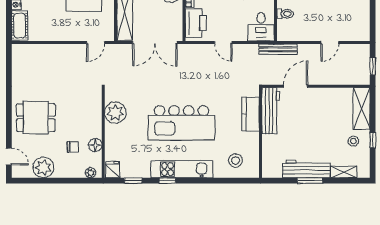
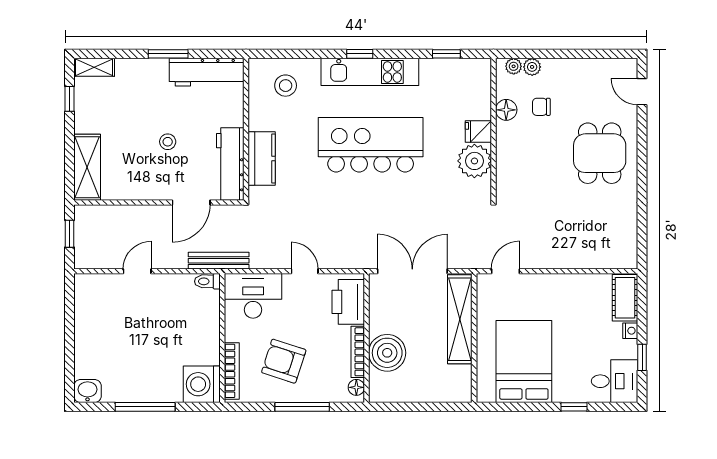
toilet: (285, 14) -> (207, 281), moved
desk: (261, 27) -> (253, 296), width x1.37
dining table: (36, 118) -> (600, 153), turned 90
window: (373, 140) -> (70, 99), moved
stool: (353, 141) -> (168, 142), moved
plant: (43, 168) -> (532, 67), moved, width x0.53, depth x0.53
workbench: (306, 169) -> (207, 72), moved
fridge: (113, 170) -> (478, 131), moved, turned 90
shelving: (344, 172) -> (94, 67), moved
window: (167, 181) -> (360, 54), moved

